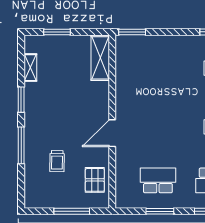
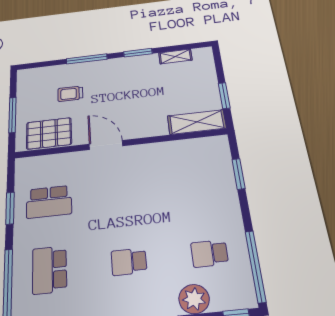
window: (57, 32) -> (224, 96), moved
window: (132, 32) -> (238, 174), moved
pallet: (95, 180) -> (49, 133), width x1.50, depth x1.42
school desk: (158, 180) -> (49, 202), turned 90

